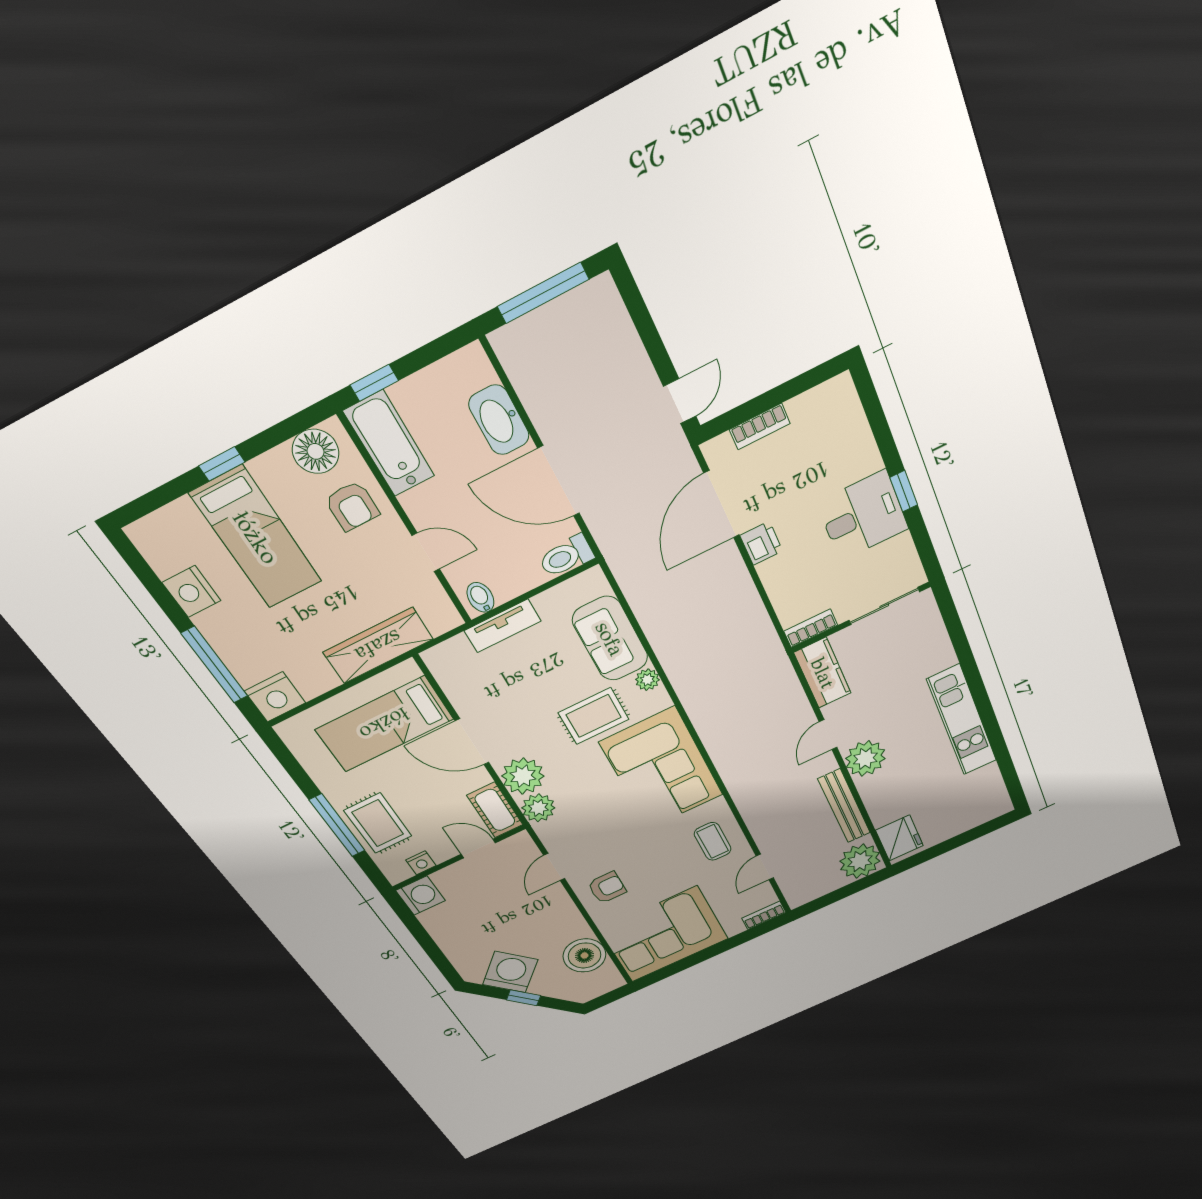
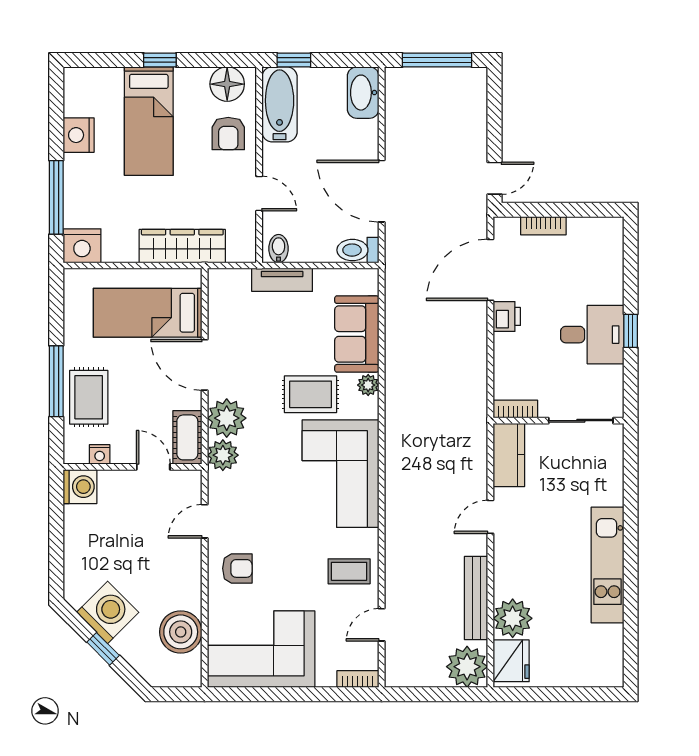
washbasin: (499, 420) -> (363, 93), moved
plant: (865, 758) -> (513, 618), moved
coffee table: (713, 841) -> (349, 571), turned 90

